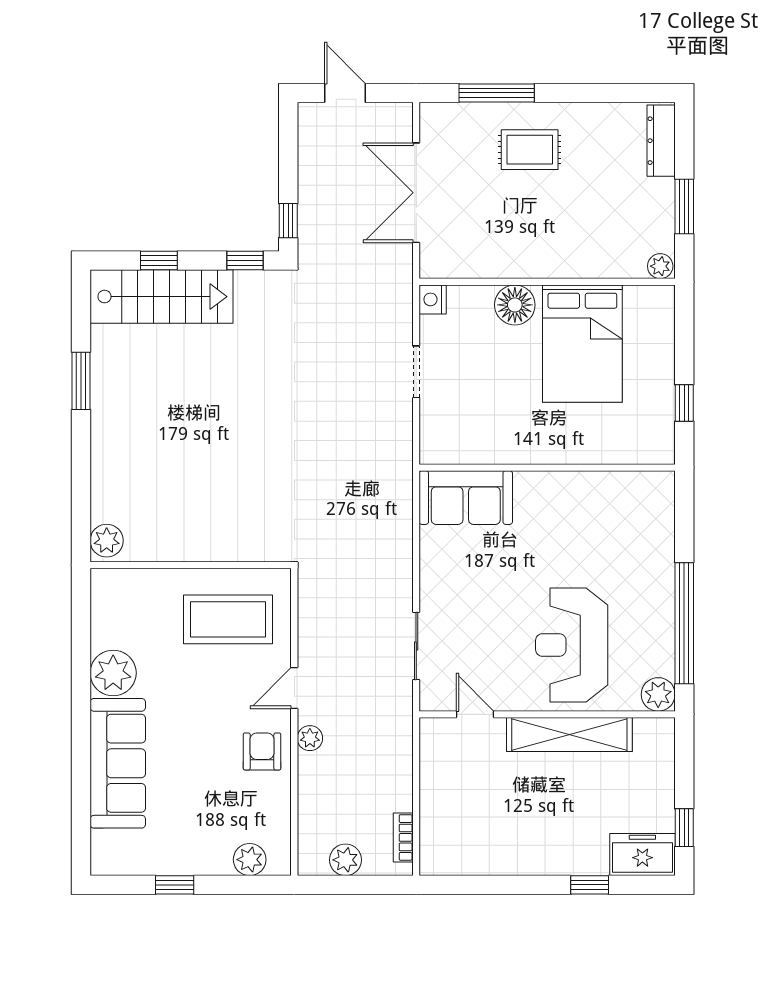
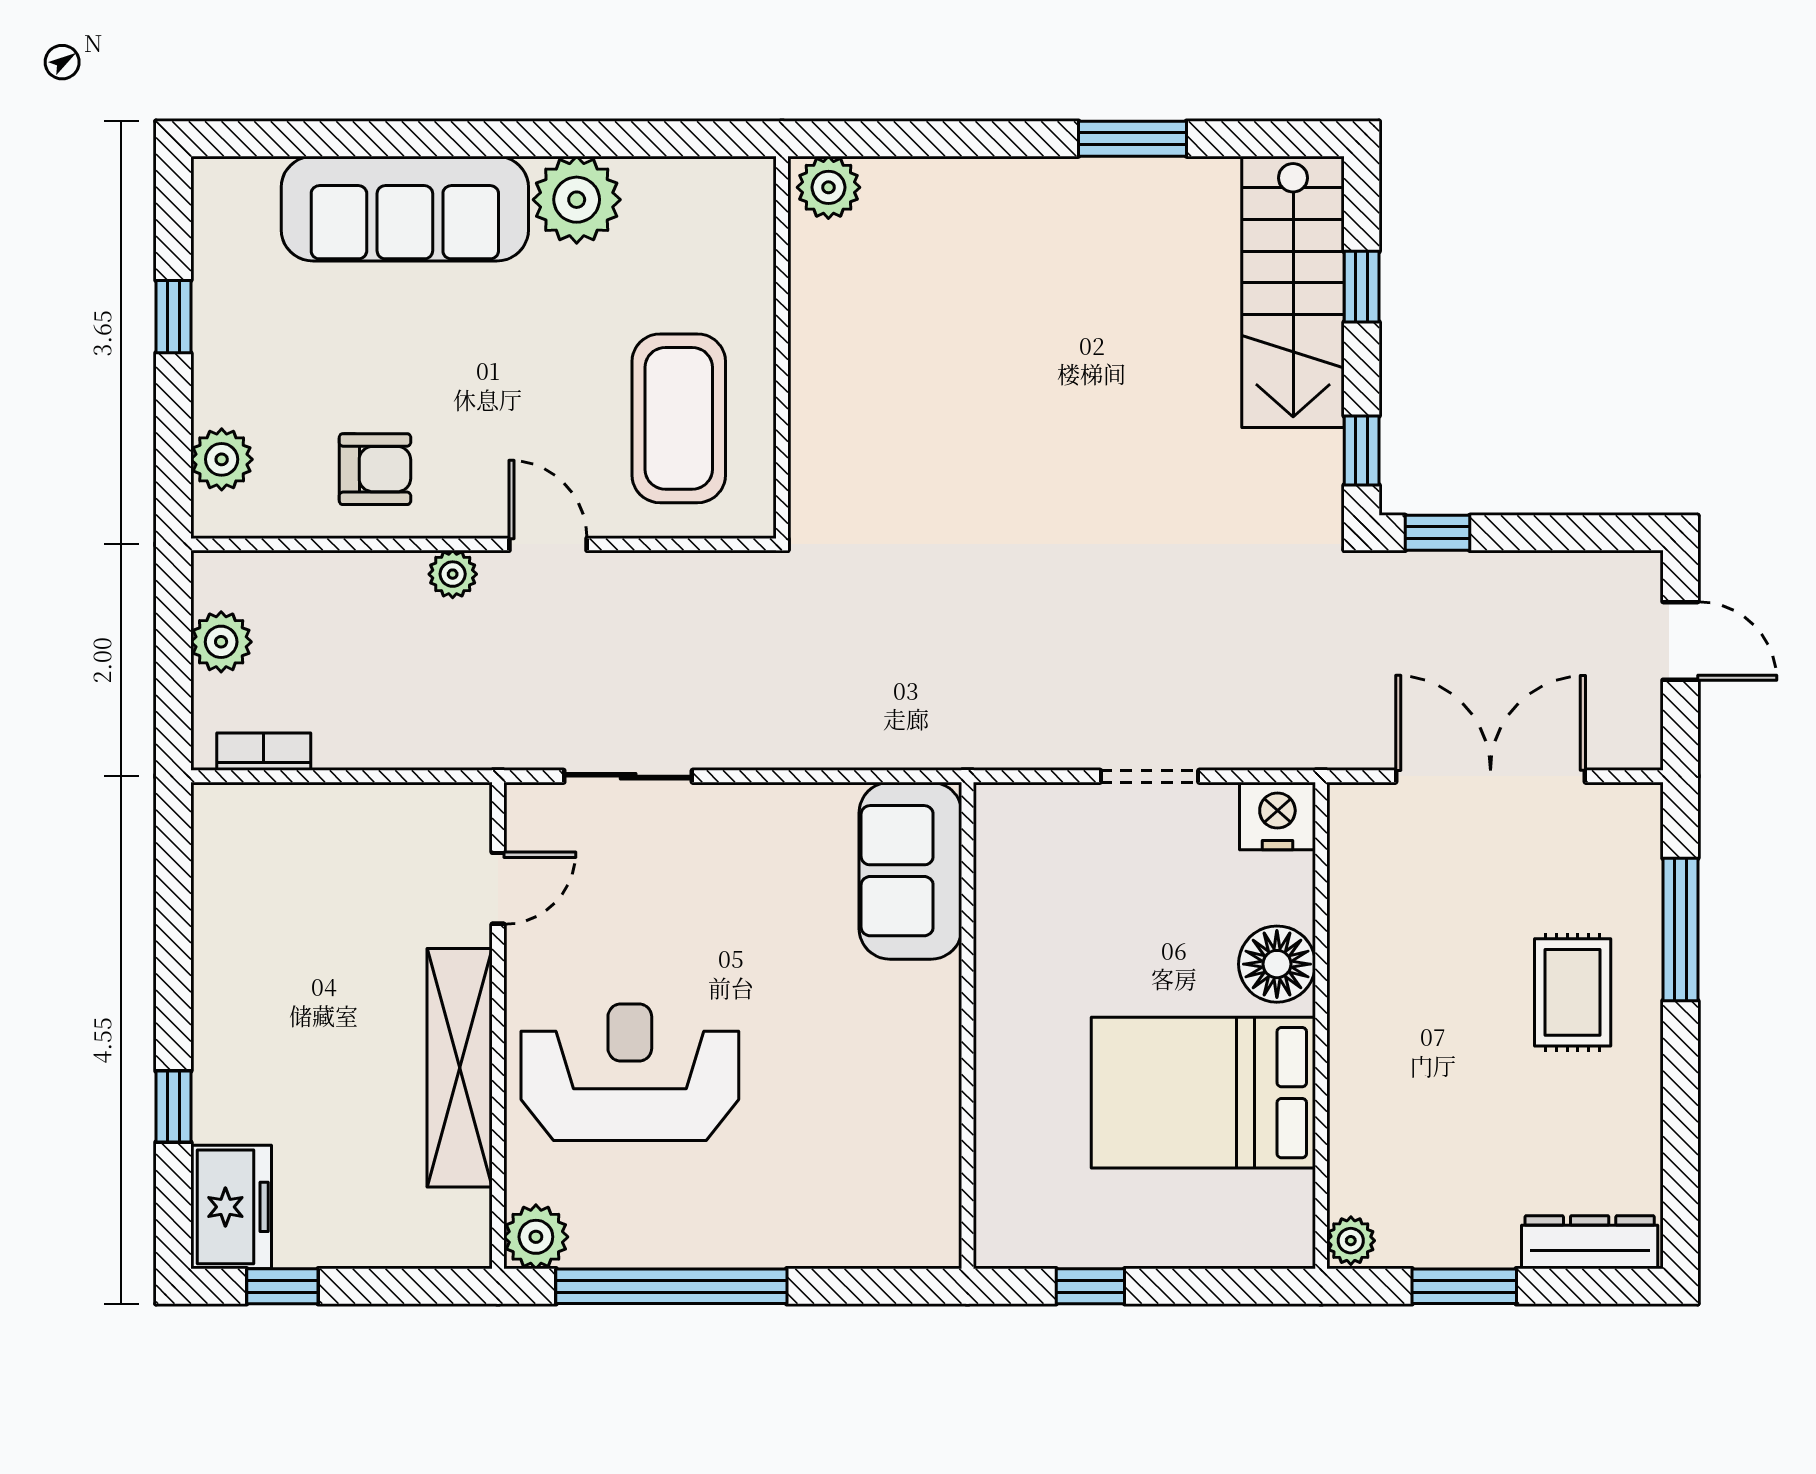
door: (345, 93) -> (1680, 641), hinge flipped
nightstand: (433, 299) -> (1277, 816), width x1.36, depth x1.33
armchair: (262, 751) -> (375, 469), moved

